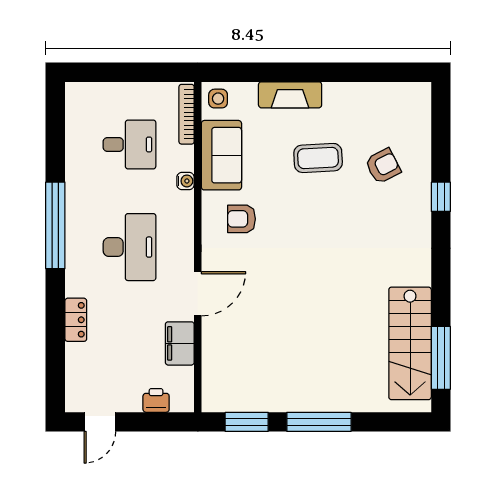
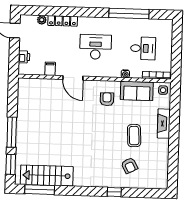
desk: (130, 144) -> (143, 48), turned -90
window: (55, 225) -> (129, 13), moved
desk: (130, 247) -> (96, 47), turned 180
locker: (76, 320) -> (63, 21), width x1.53
filing cabinet: (180, 343) -> (50, 69), width x0.50
plant: (75, 365) -> (42, 20), added
window: (247, 422) -> (11, 164), moved

